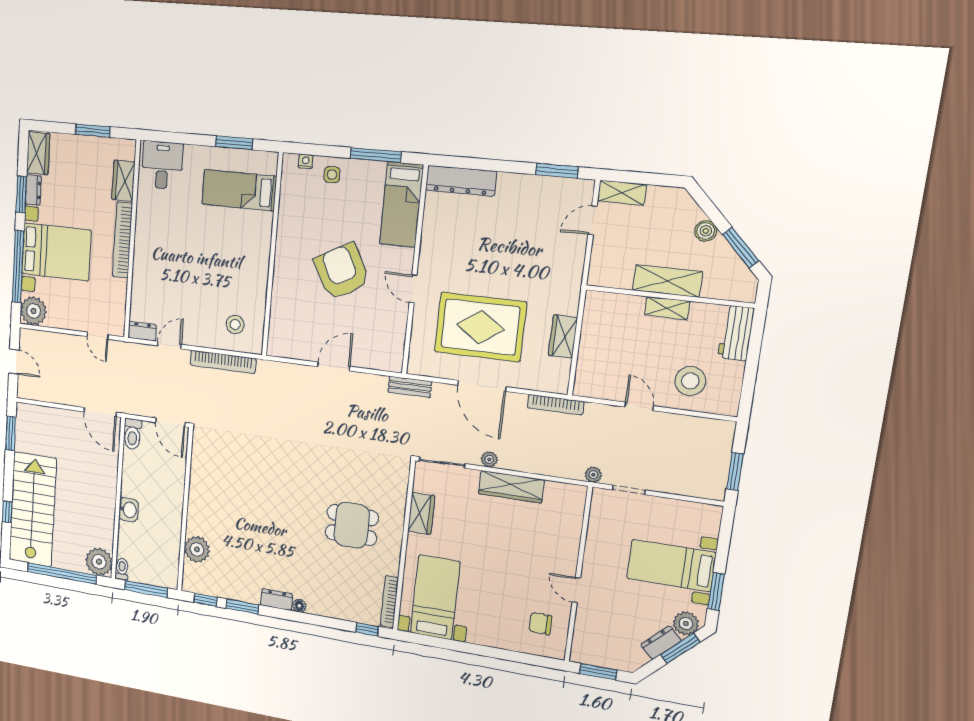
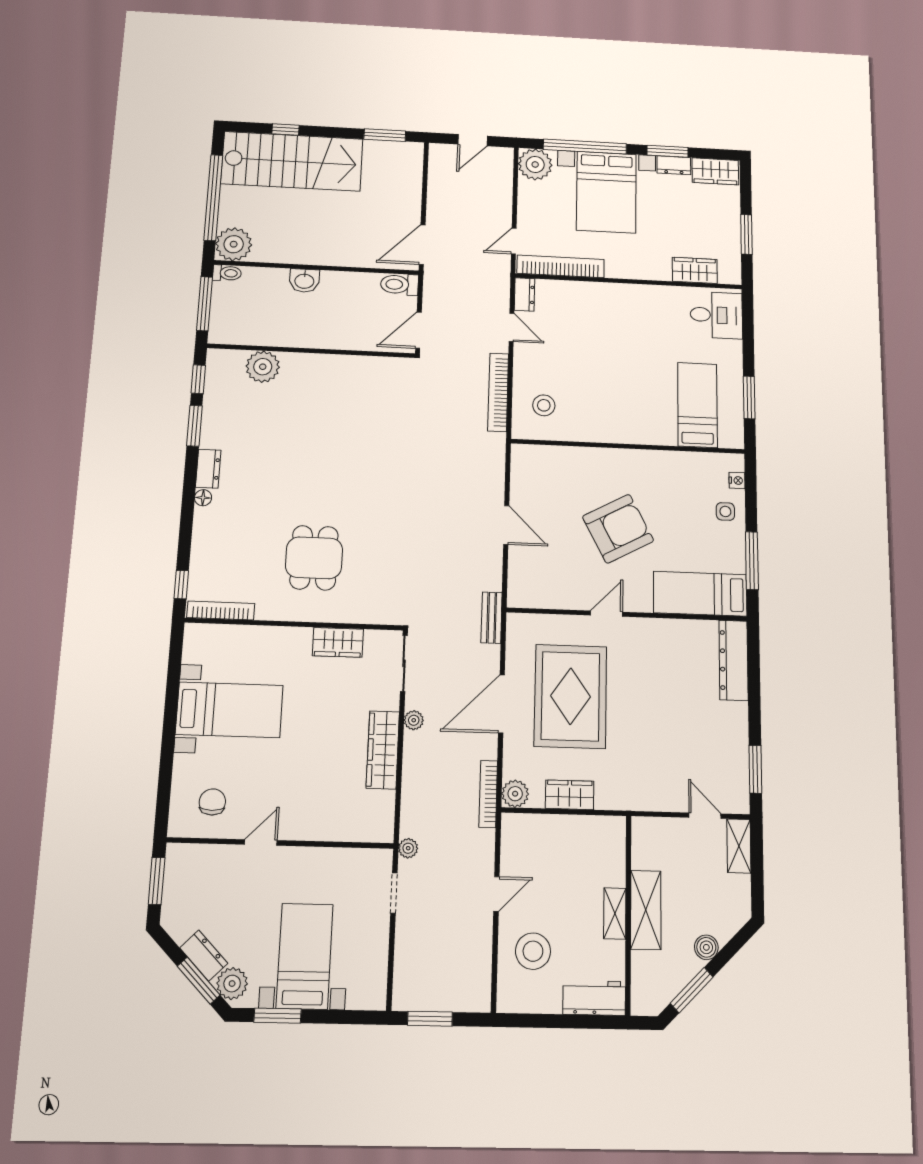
bookcase: (122, 240) -> (561, 266), moved
plant: (558, 382) -> (515, 794), added
bed with nightstands: (435, 597) -> (229, 710), moved

